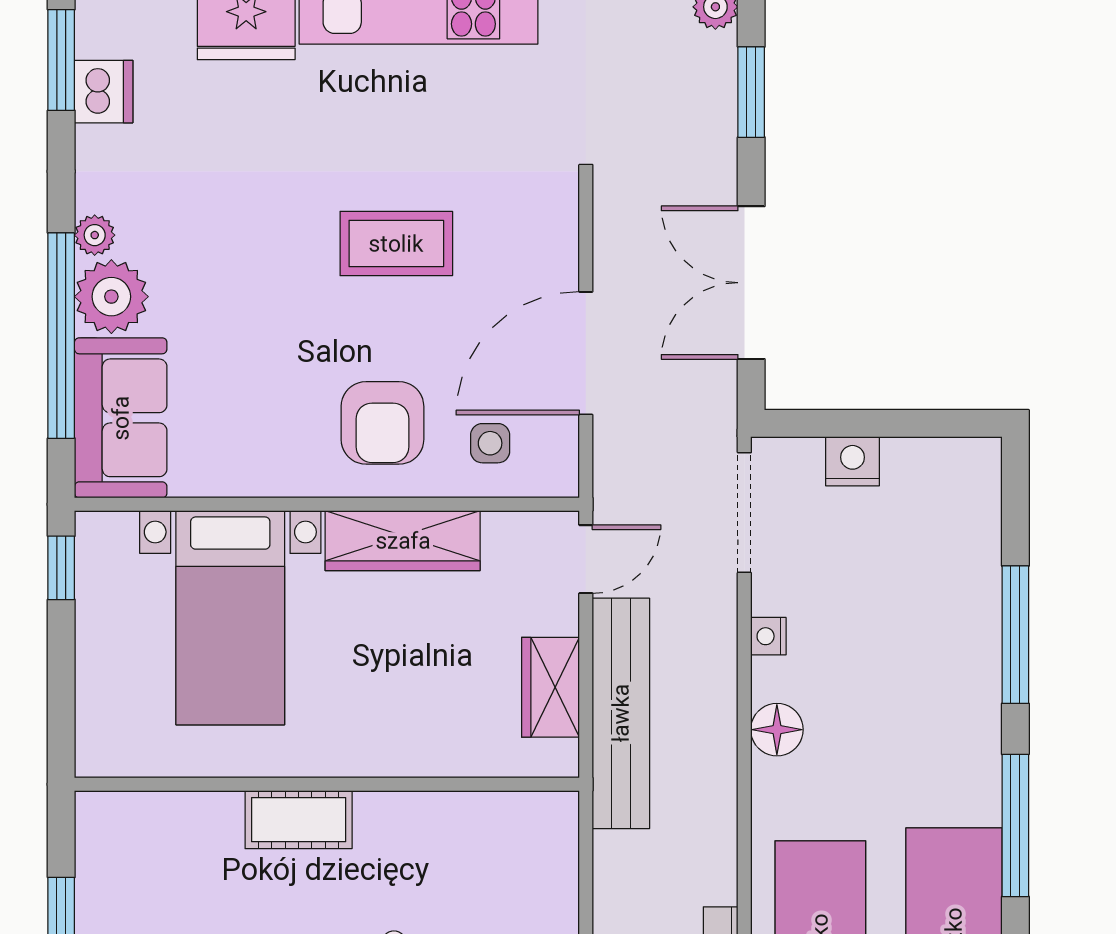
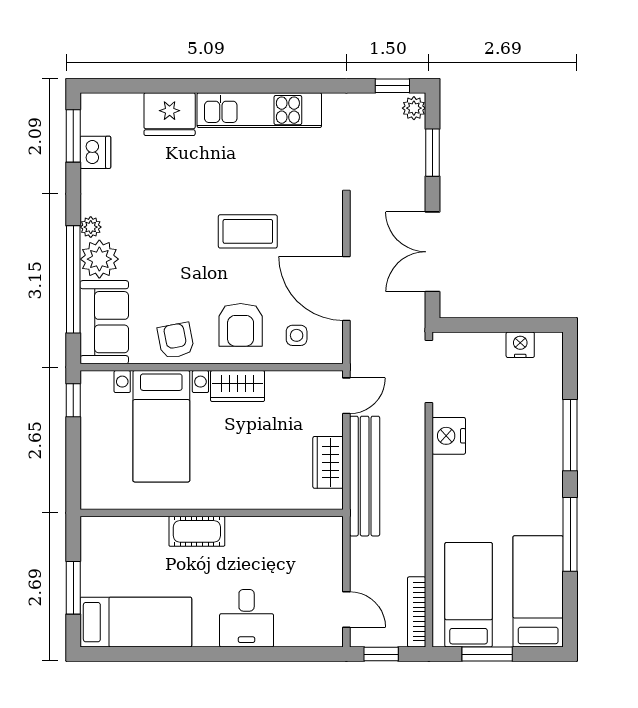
door: (586, 353) -> (346, 289), hinge flipped
armchair: (258, 453) -> (176, 340), added
nightstand: (852, 461) -> (520, 345), moved
wardrobe: (403, 541) -> (238, 386), width x0.67
nightstand: (768, 636) -> (449, 436), width x1.89, depth x1.79
floor lamp: (777, 730) -> (446, 484), removed

